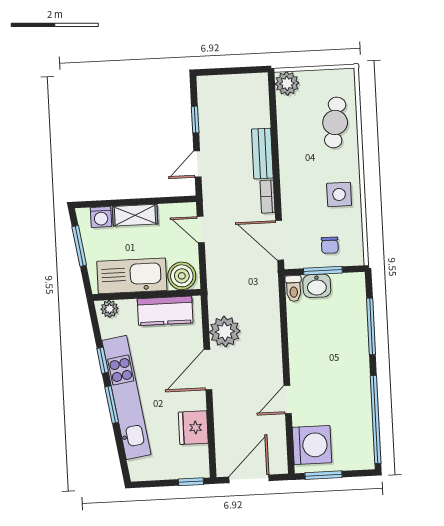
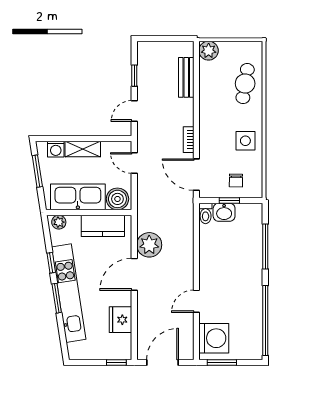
bench: (262, 154) -> (186, 77), moved
window: (323, 271) -> (229, 201), width x0.67

